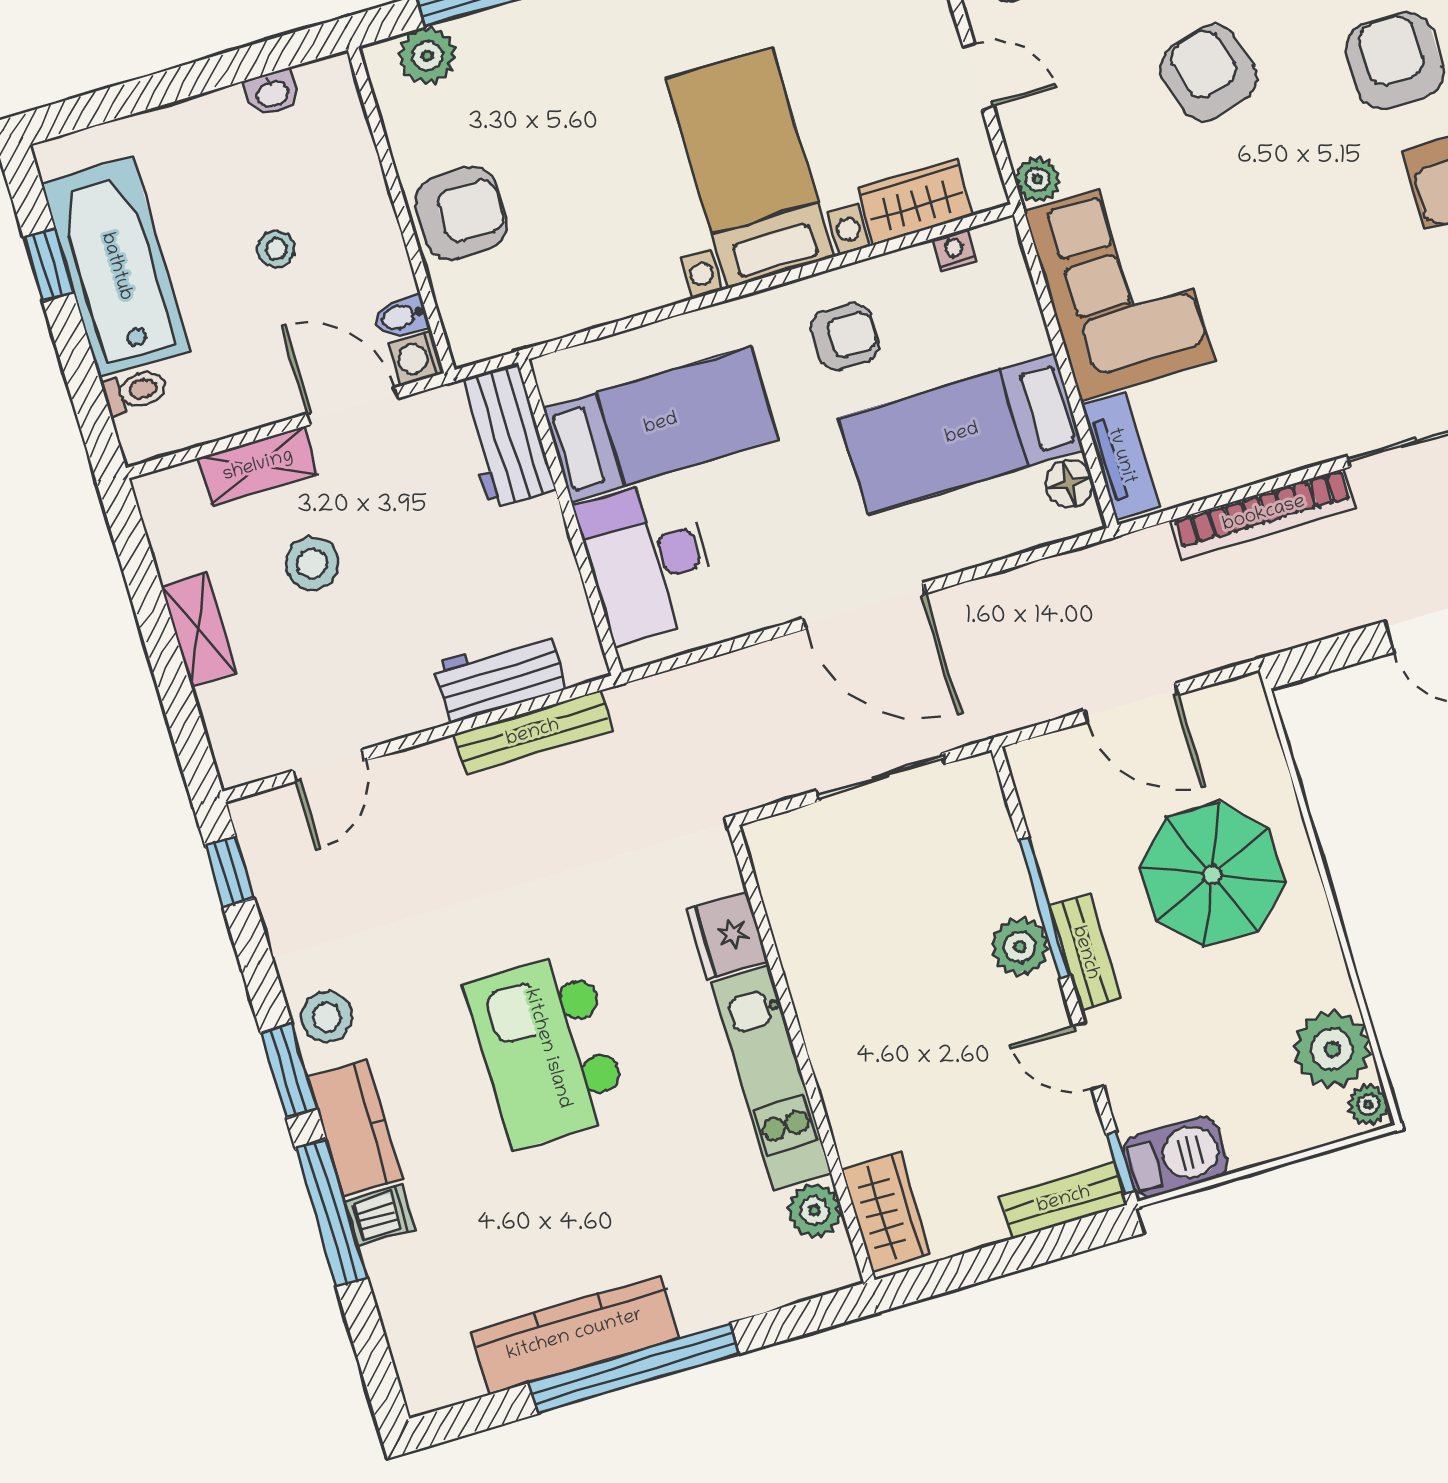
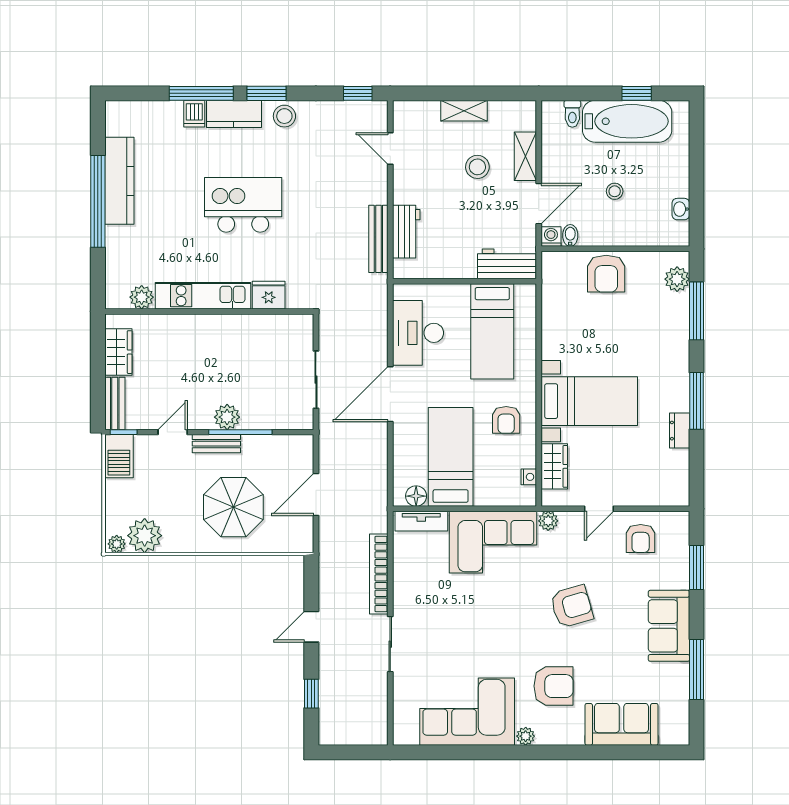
desk: (649, 560) -> (418, 333), moved, turned -90
wardrobe: (886, 1212) -> (118, 352), moved, turned -90

